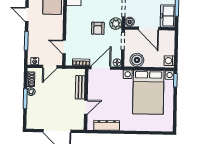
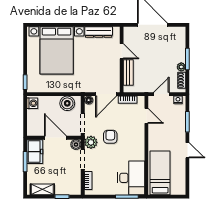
bed with nightstands: (148, 92) -> (57, 50), moved, turned 180
door: (86, 107) -> (122, 51), swing flipped

